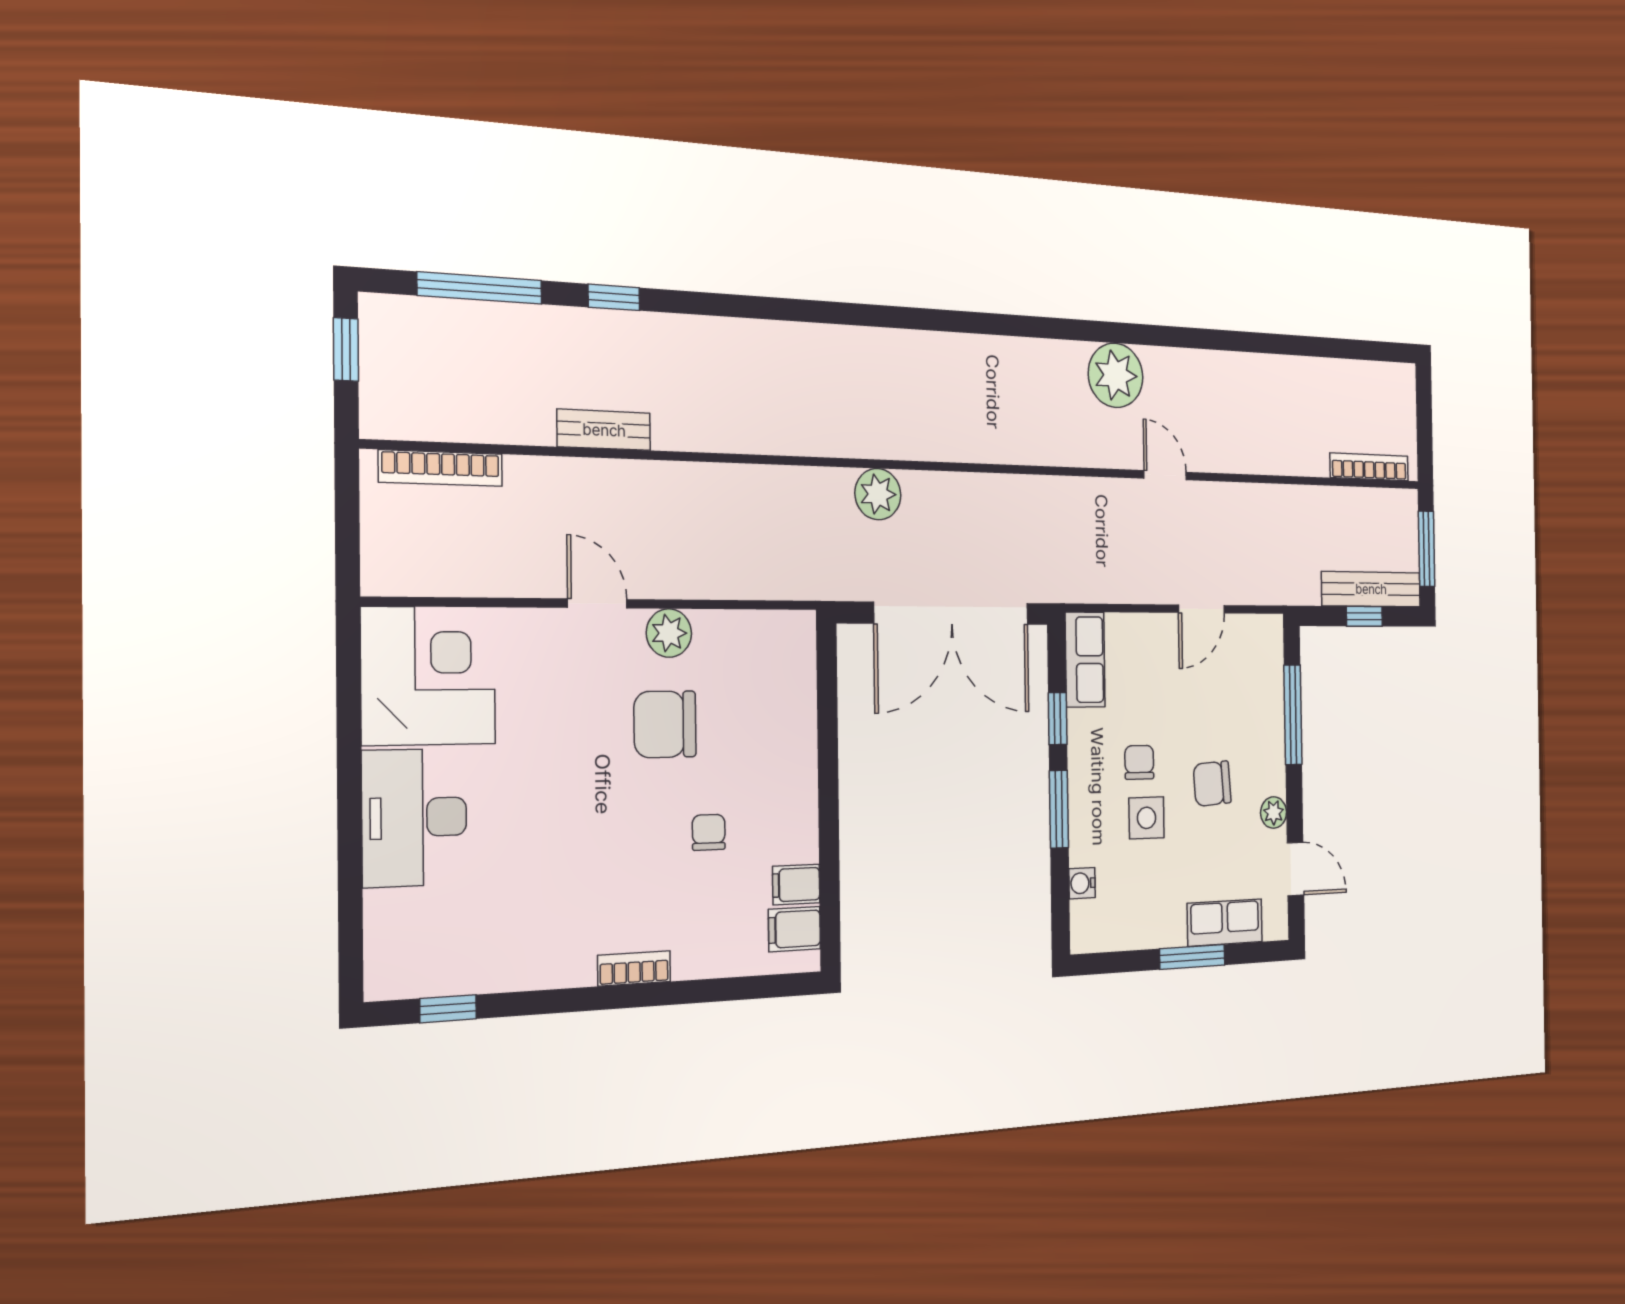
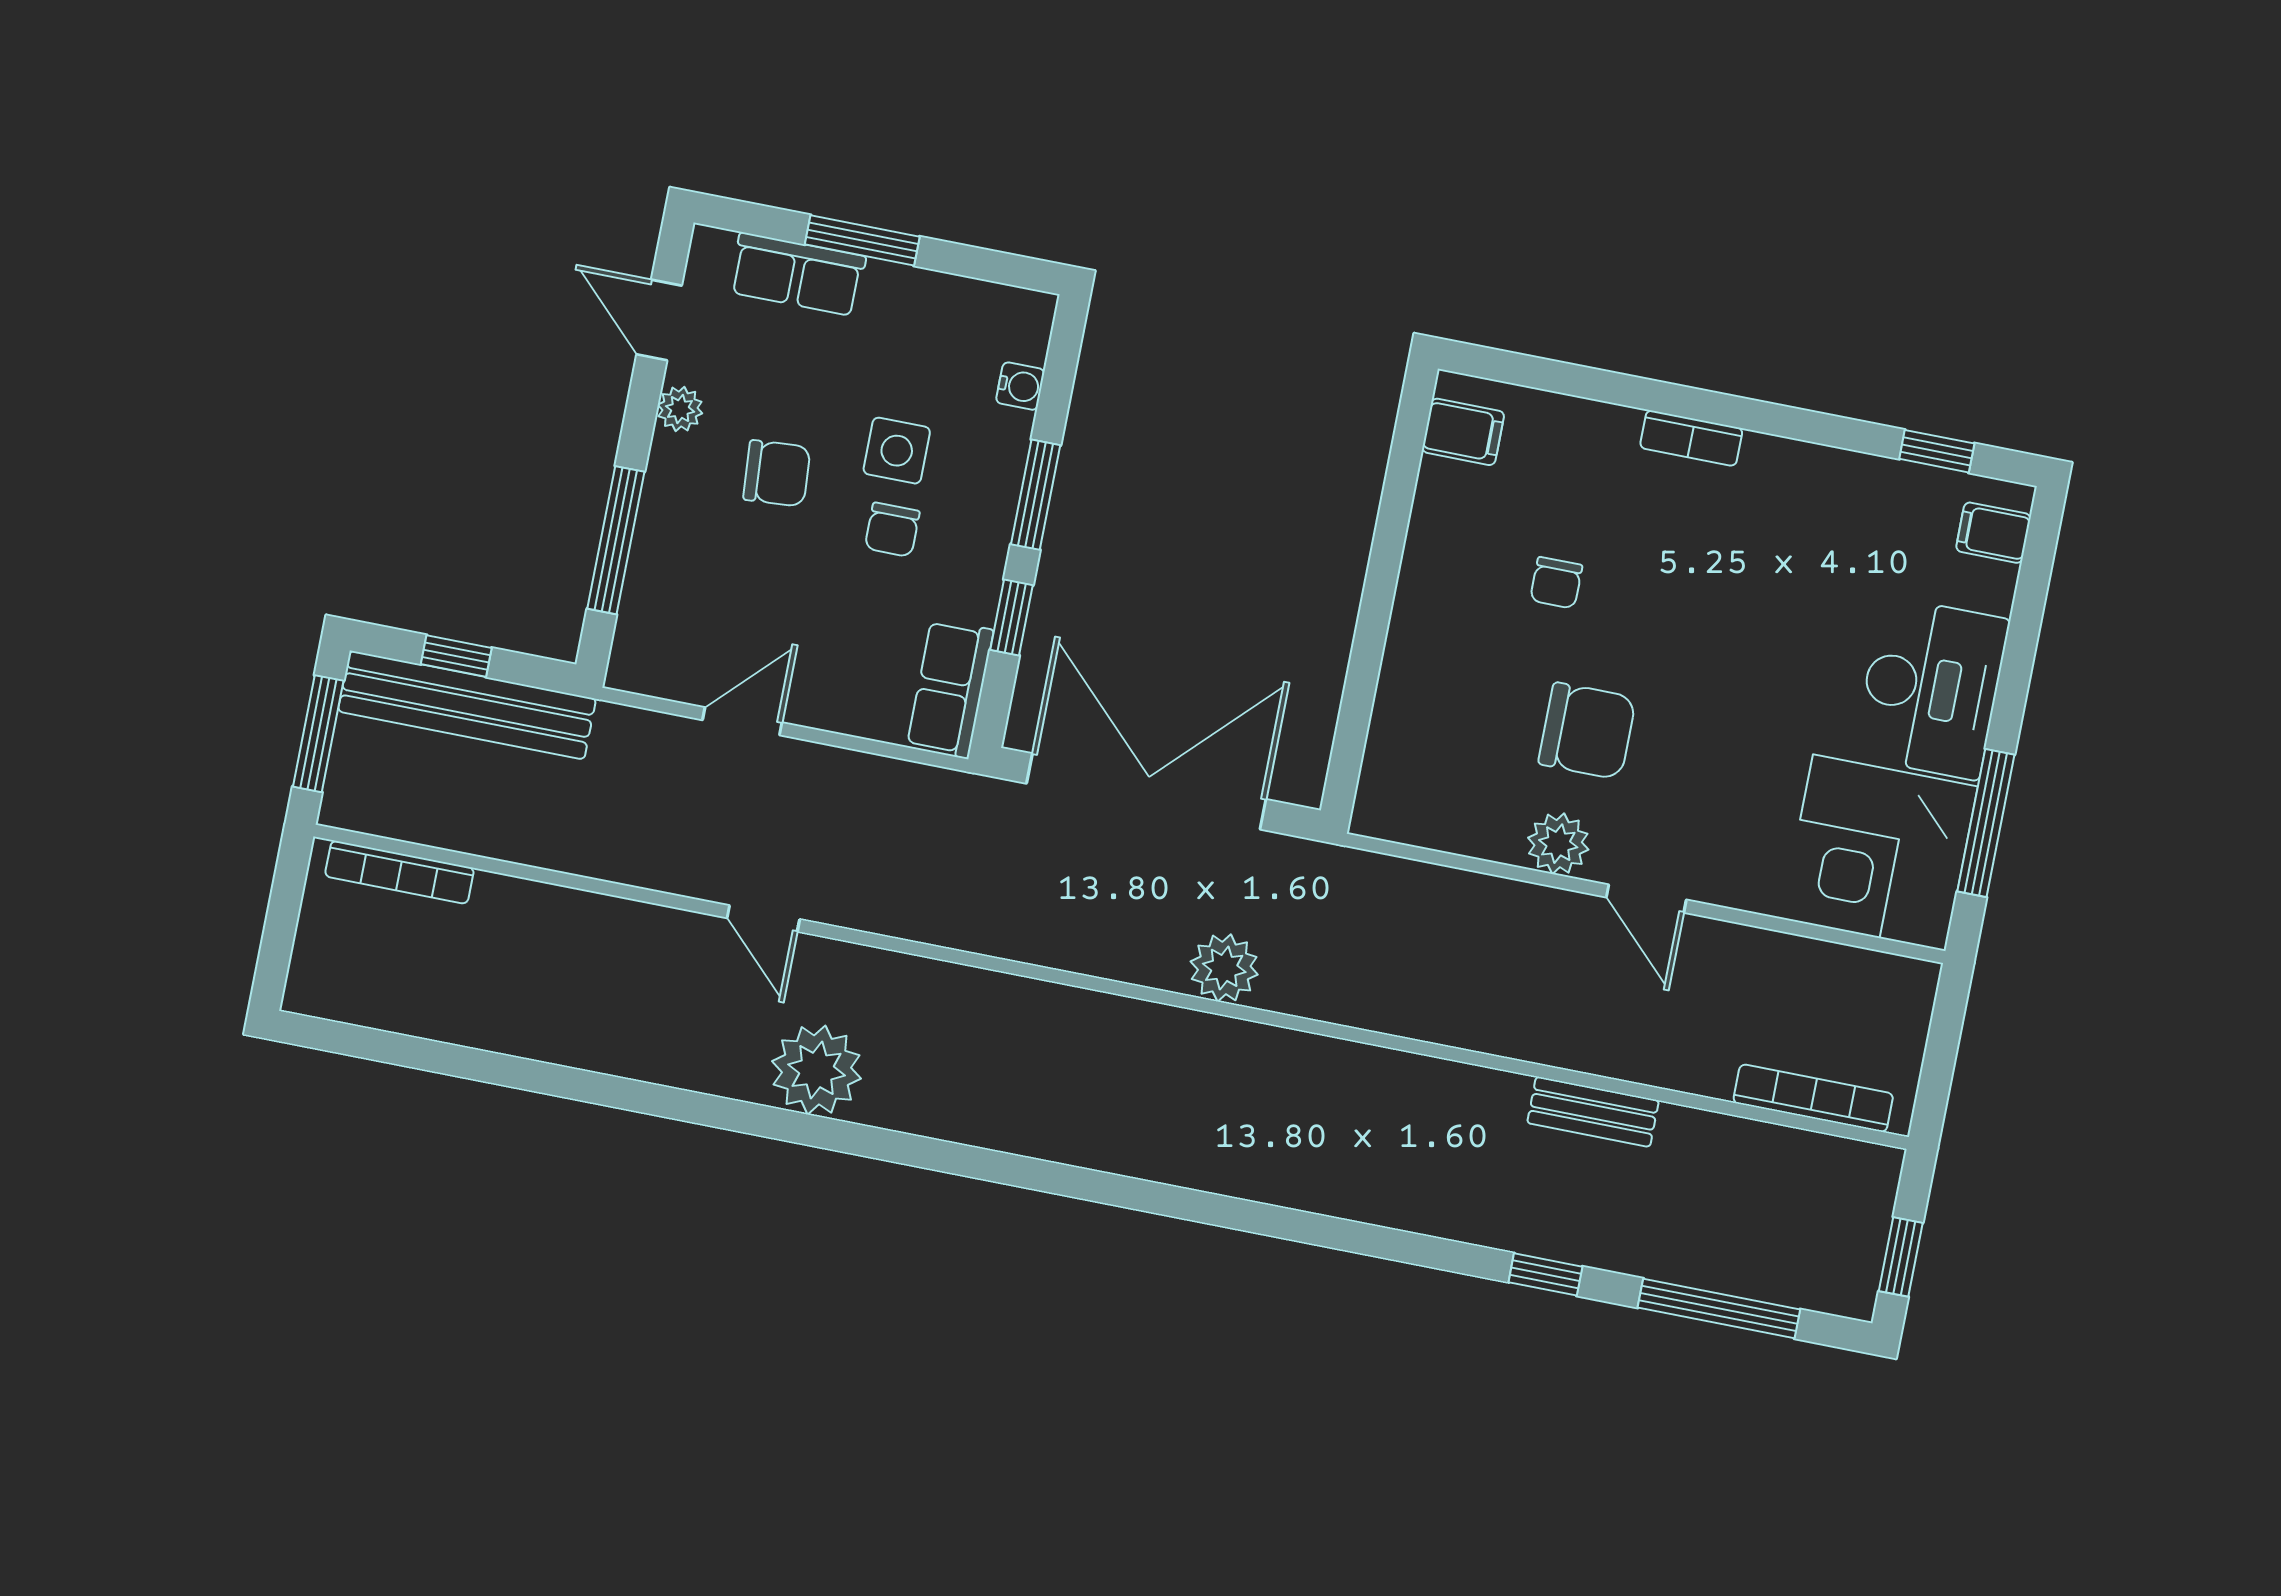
bench: (1371, 589) -> (467, 705), width x1.37, depth x1.21
window: (349, 718) -> (1986, 823), added
filing cabinet: (796, 885) -> (1993, 533), moved, turned 180

